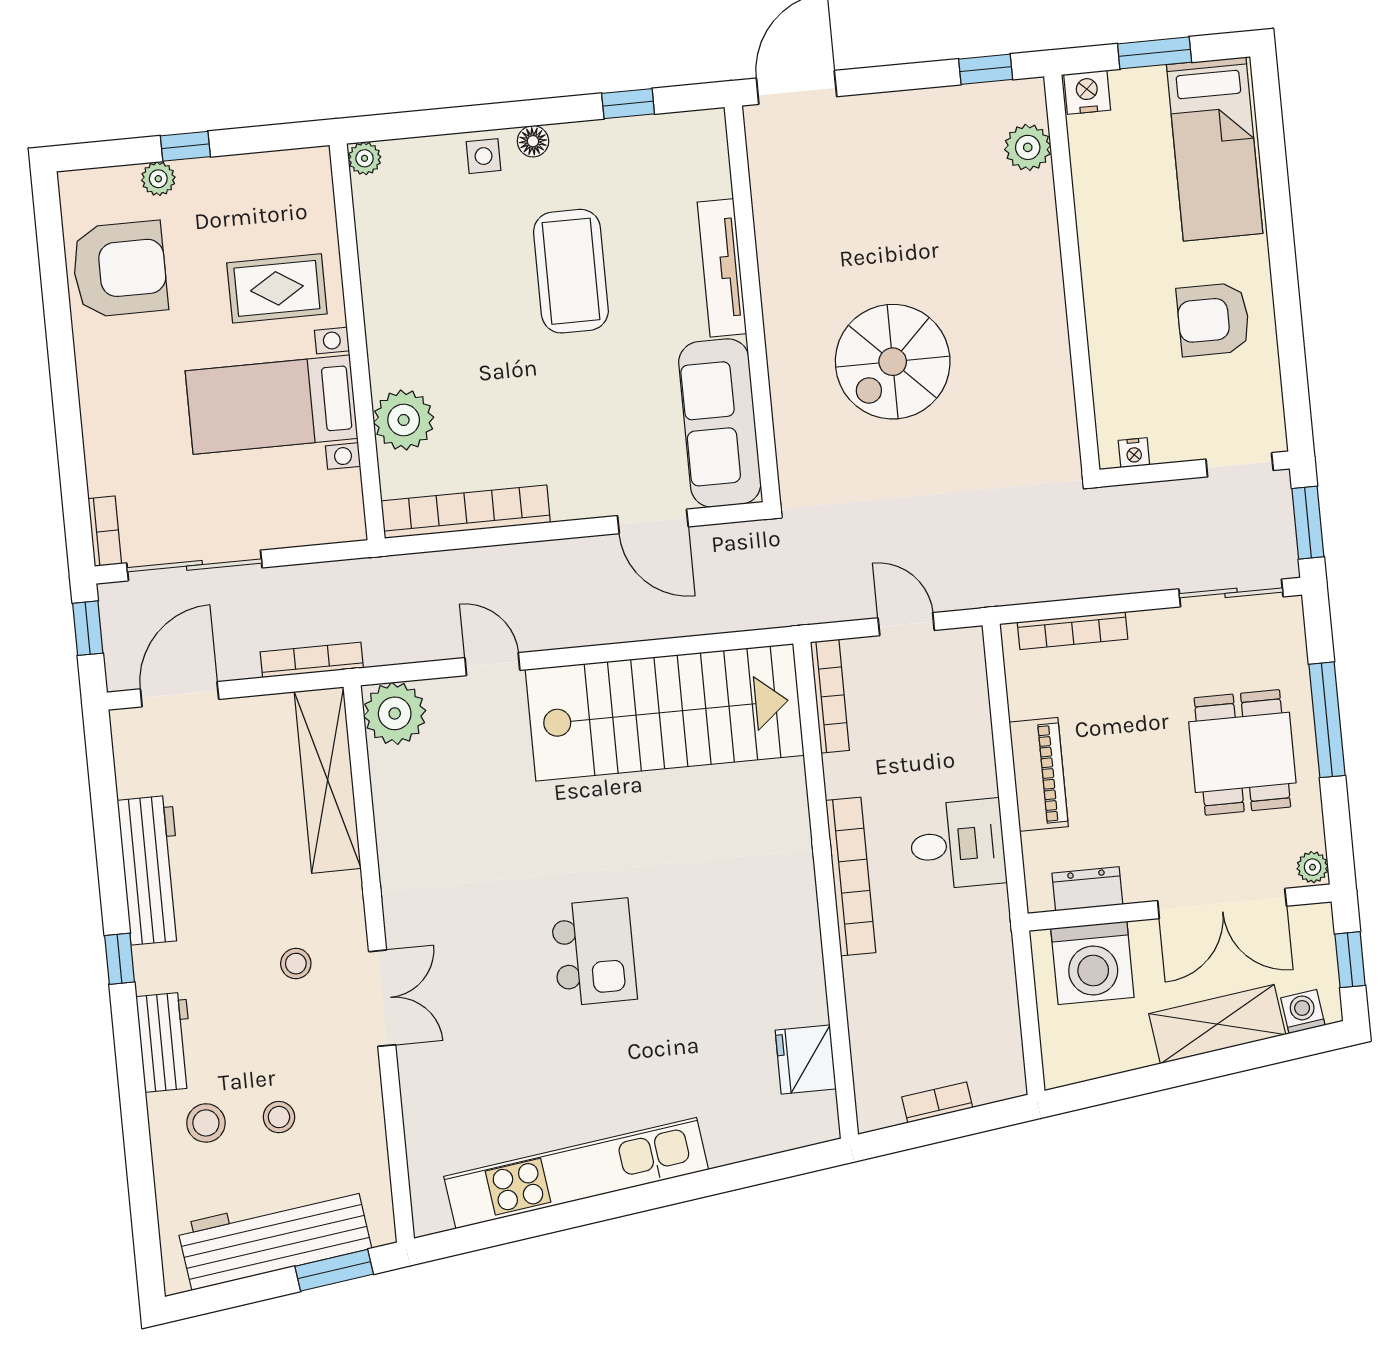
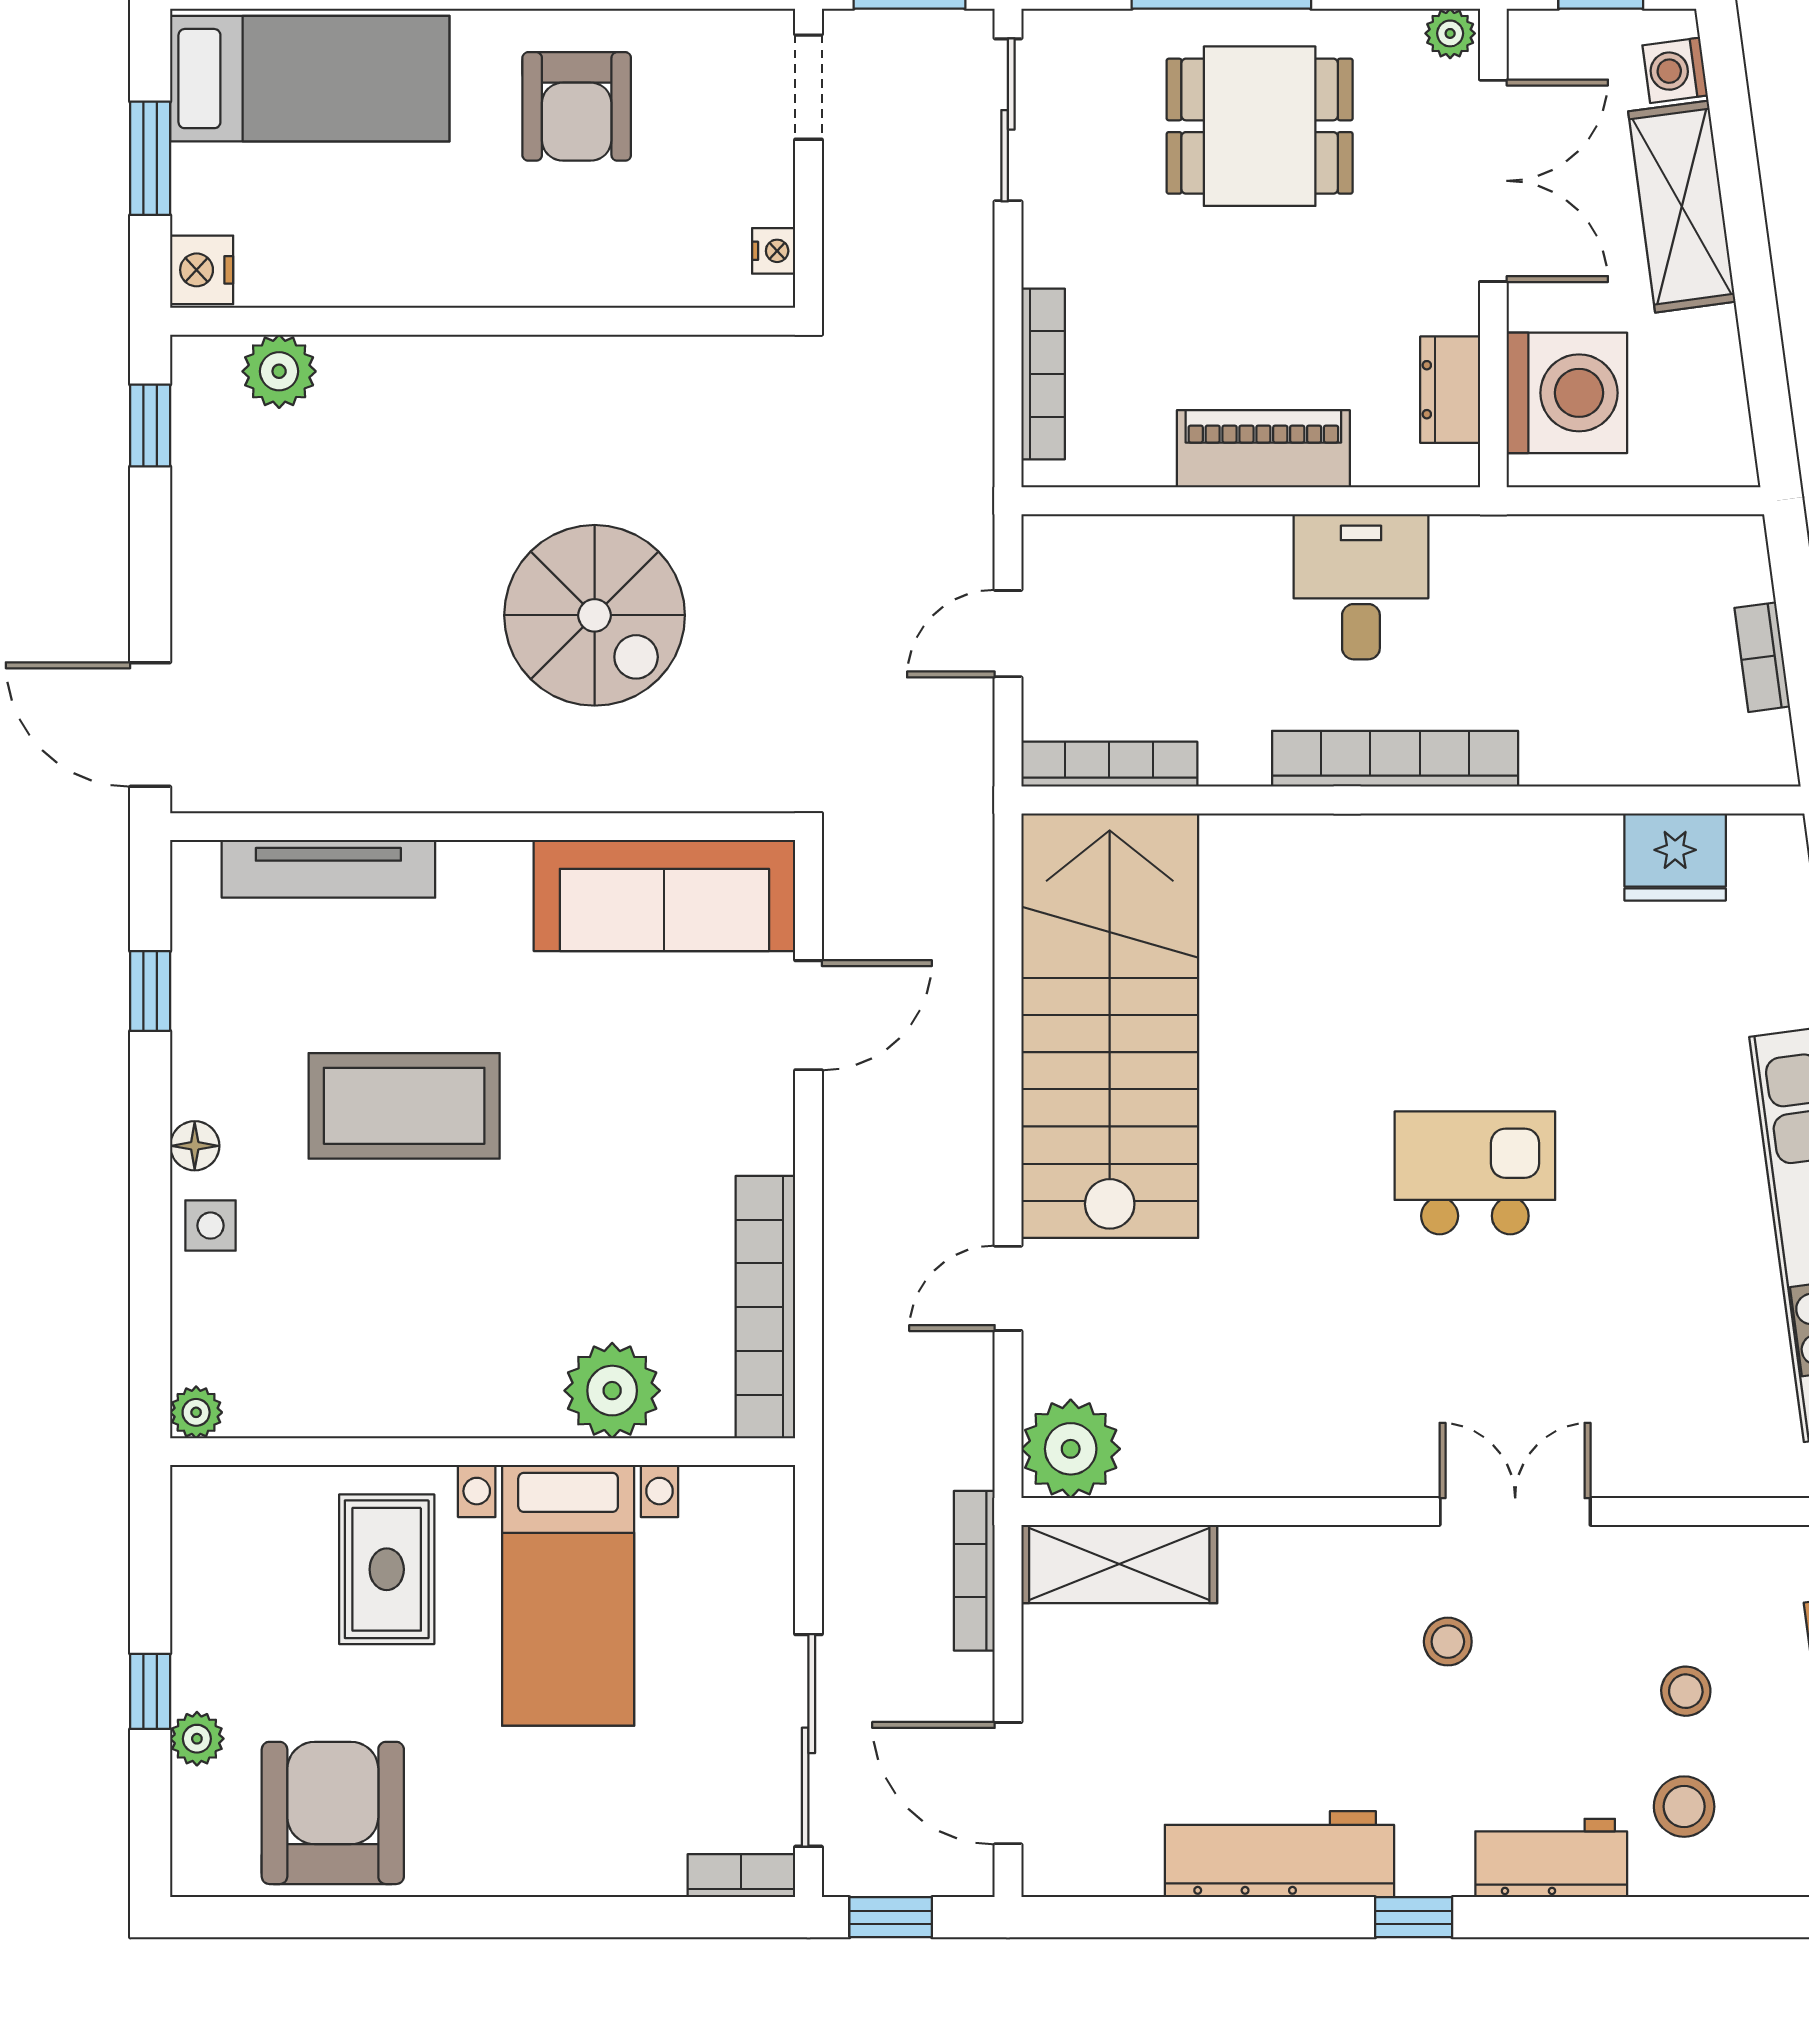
tv unit: (722, 268) -> (328, 869), moved
shelving: (328, 780) -> (1119, 1564), width x0.68

